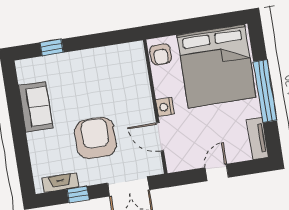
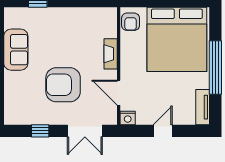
nightstand: (165, 107) -> (128, 118), moved, turned -90
armchair: (95, 138) -> (63, 85), turned -90
fireplace: (60, 183) -> (111, 54), moved, turned -90

